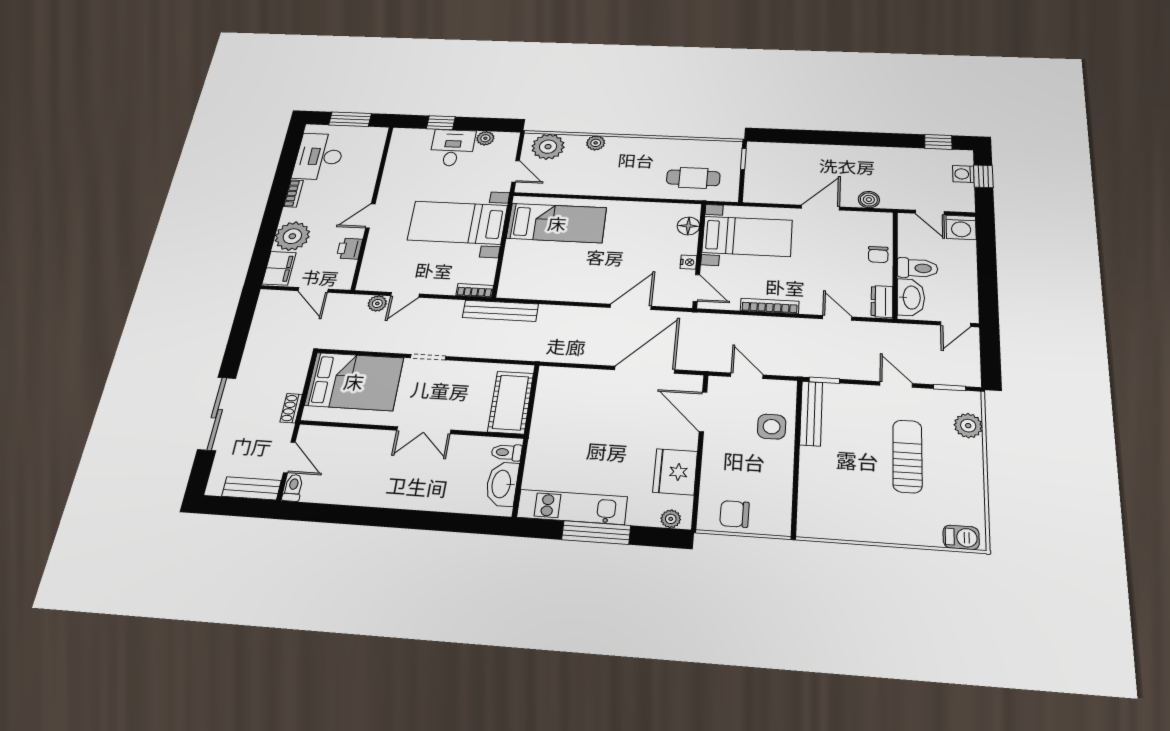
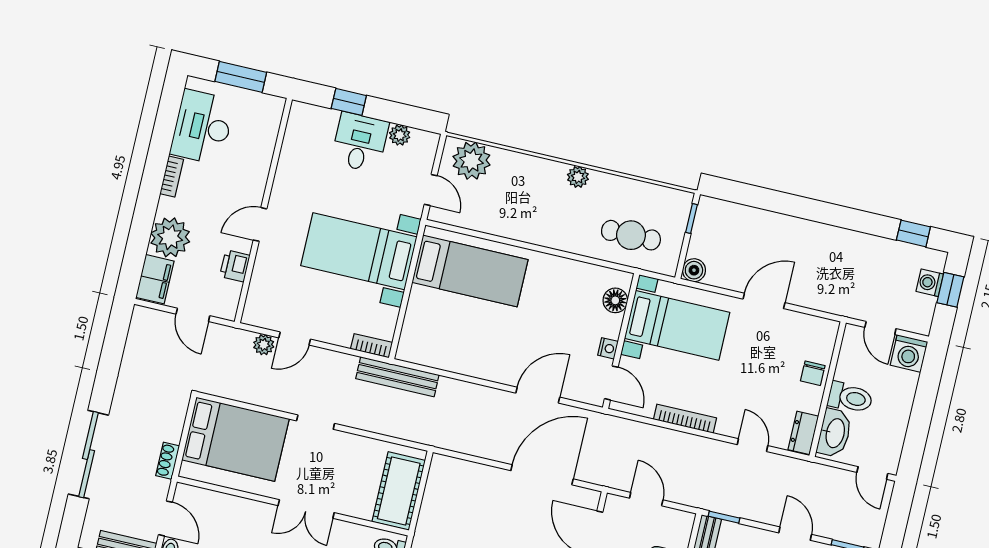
plant: (596, 143) -> (578, 177), moved
boiler: (869, 200) -> (694, 270), moved
door: (955, 324) -> (872, 473), hinge flipped

